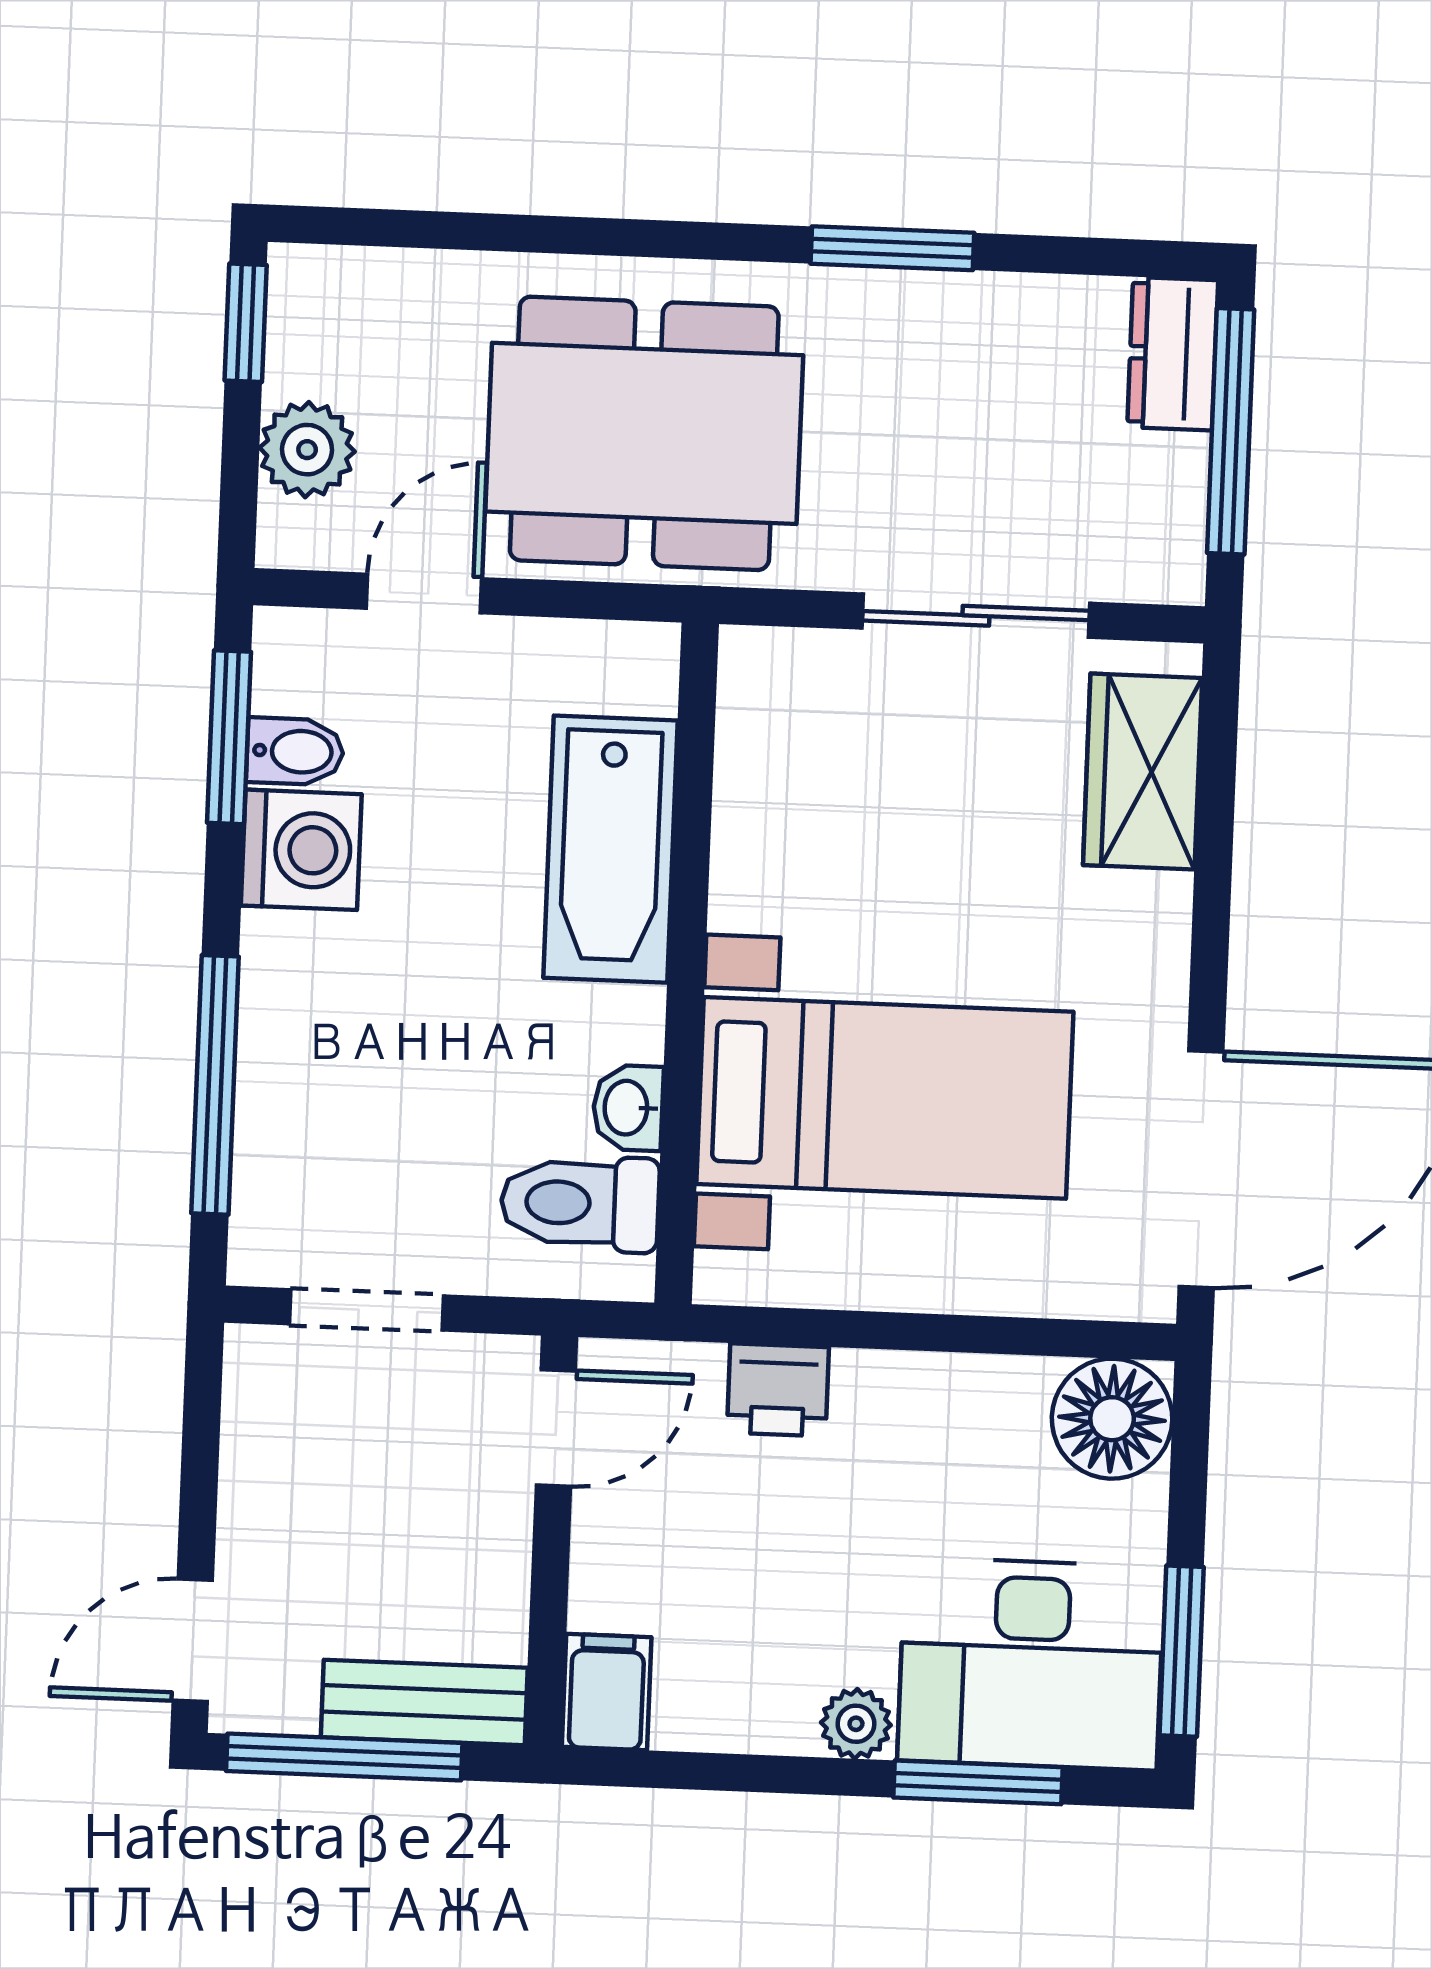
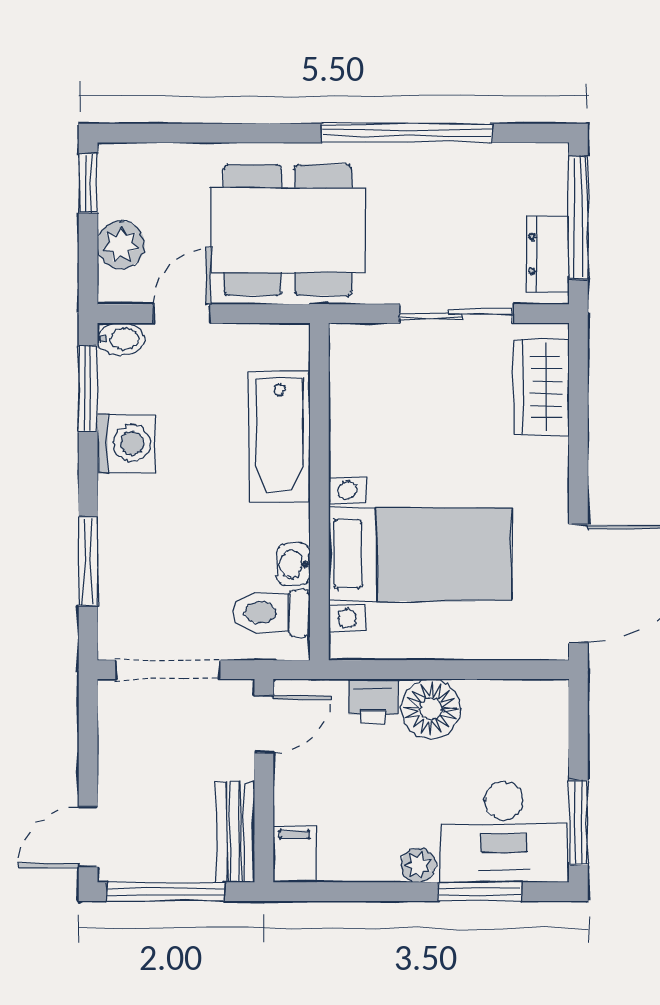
window: (892, 248) -> (407, 133), width x2.11
dresser: (1173, 354) -> (548, 254), moved
bidet: (295, 751) -> (121, 339), moved
window: (215, 1085) -> (88, 561), width x0.69
doorway: (366, 1310) -> (168, 670), width x1.38
floor lamp: (1112, 1419) -> (431, 709), moved
bench: (424, 1703) -> (235, 832), moved, turned 90

